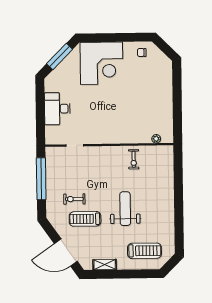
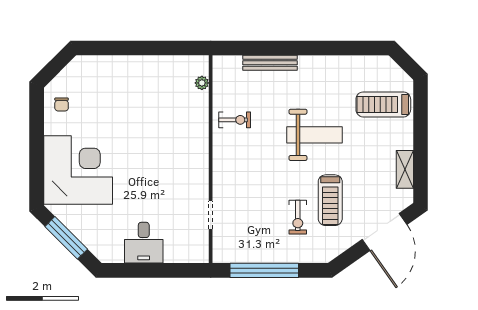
desk: (57, 109) -> (144, 243), width x0.73
bench: (169, 181) -> (270, 63), added
weight bench: (125, 209) -> (314, 135), turned 180
treadmill: (144, 251) -> (383, 104), turned -90

